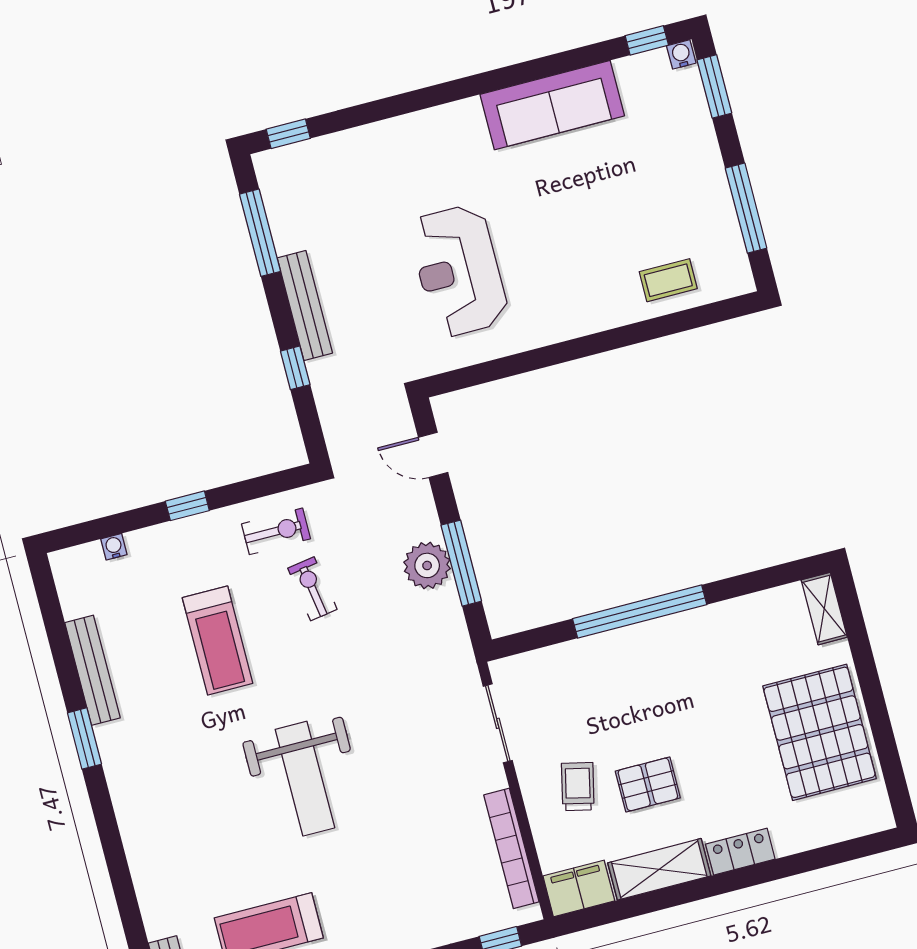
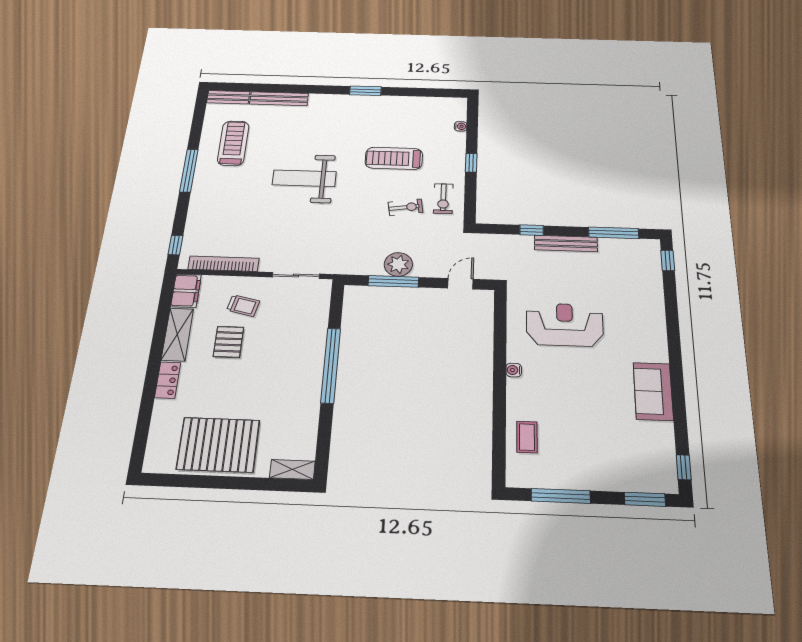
water cooler: (681, 54) -> (514, 370), moved, turned 180
sofa: (552, 105) -> (653, 391), width x0.73
bench: (92, 670) -> (279, 99), moved

